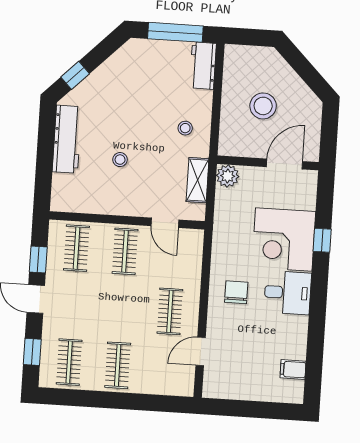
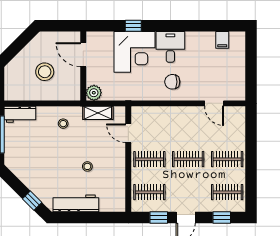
door: (165, 223) -> (128, 133), swing flipped
clothes rail: (170, 311) -> (188, 159), moved

